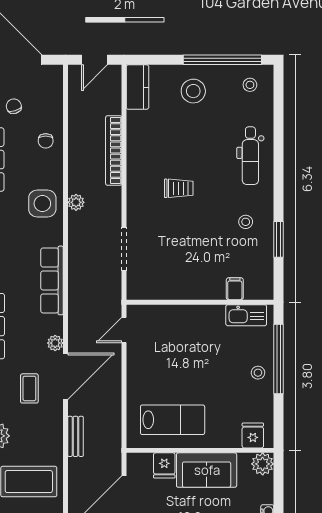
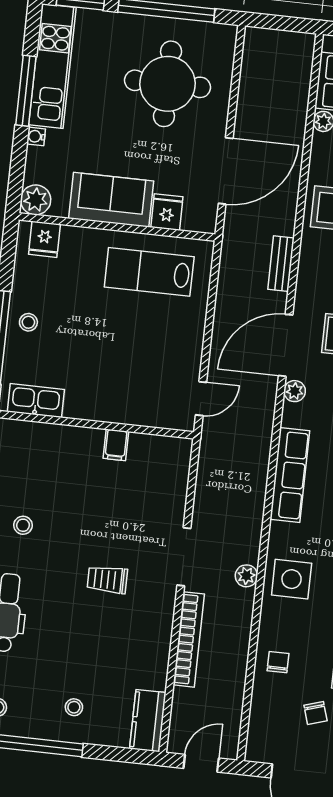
stool: (193, 91) -> (74, 707), width x0.53, depth x0.53
doorway: (124, 249) -> (184, 557), moved
filing cabinet: (235, 289) -> (116, 445), moved

